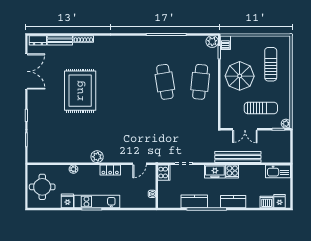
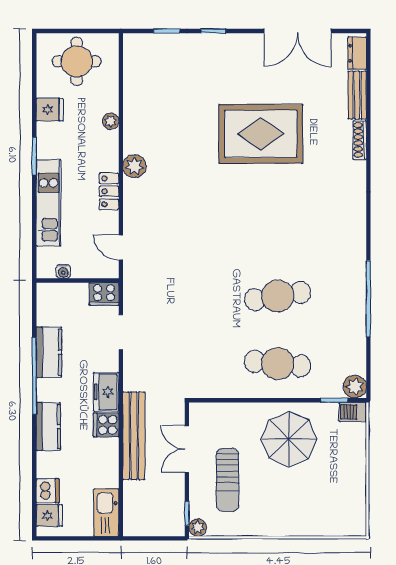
sun lounger: (271, 64) -> (311, 499), removed
kitchen unit: (97, 202) -> (48, 203), moved

